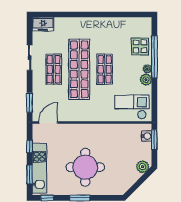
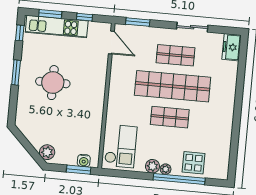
round table: (85, 167) -> (53, 83), width x0.73, depth x0.73

